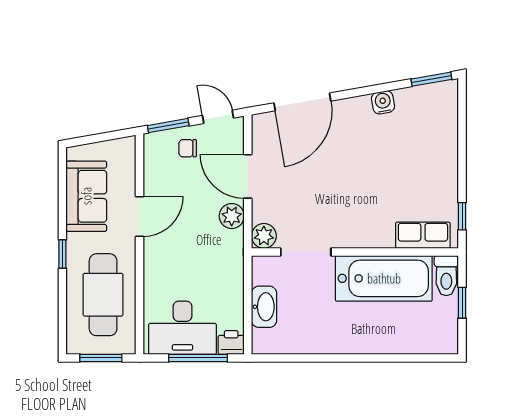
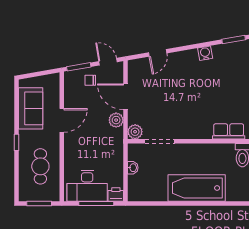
door: (302, 102) -> (158, 53), width x0.53
bathtub: (384, 278) -> (197, 188), moved, turned 180
cafe table: (103, 295) -> (40, 166), width x0.73, depth x0.74
washbasin: (264, 307) -> (133, 168), width x0.52, depth x0.69

